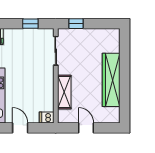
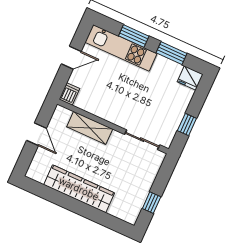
window: (76, 24) -> (152, 203), moved
door: (86, 128) -> (36, 134), hinge flipped

